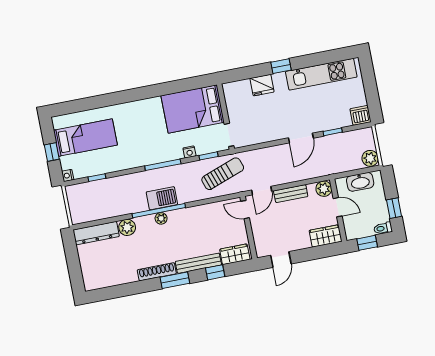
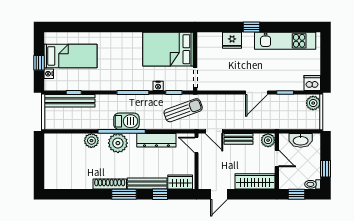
plant: (370, 158) -> (313, 103), moved
nightstand: (68, 175) -> (49, 74), moved
bench: (94, 188) -> (70, 101), added
door: (262, 191) -> (214, 131), hinge flipped
plant: (161, 218) -> (118, 143), width x1.88, depth x1.88
dresser: (96, 233) -> (156, 140), moved
wardrobe: (326, 236) -> (255, 181), width x1.50

